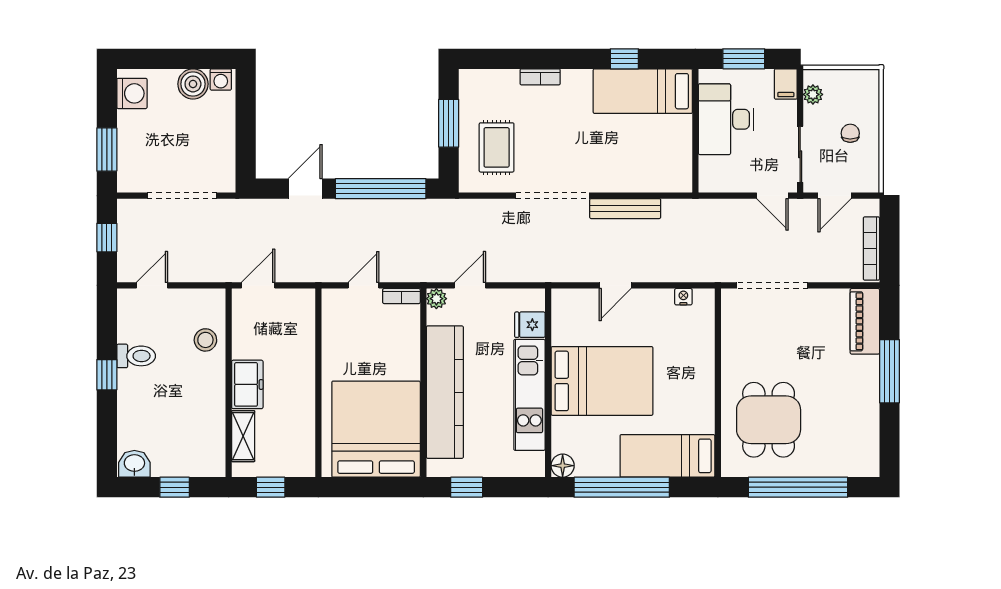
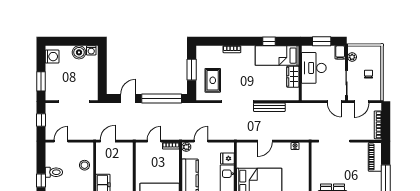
wardrobe: (678, 139) -> (293, 77), added

